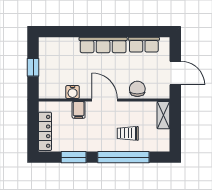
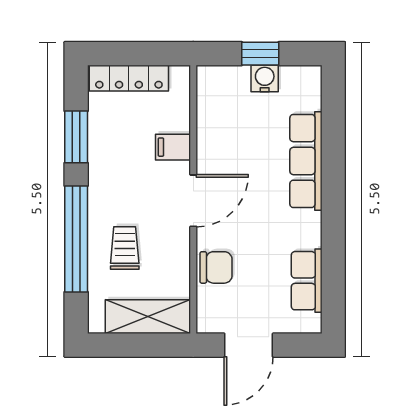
row of seats: (103, 45) -> (306, 161), moved
water cooler: (73, 92) -> (265, 78), moved, turned 90
shelving: (163, 115) -> (148, 317), width x1.50, depth x1.33

